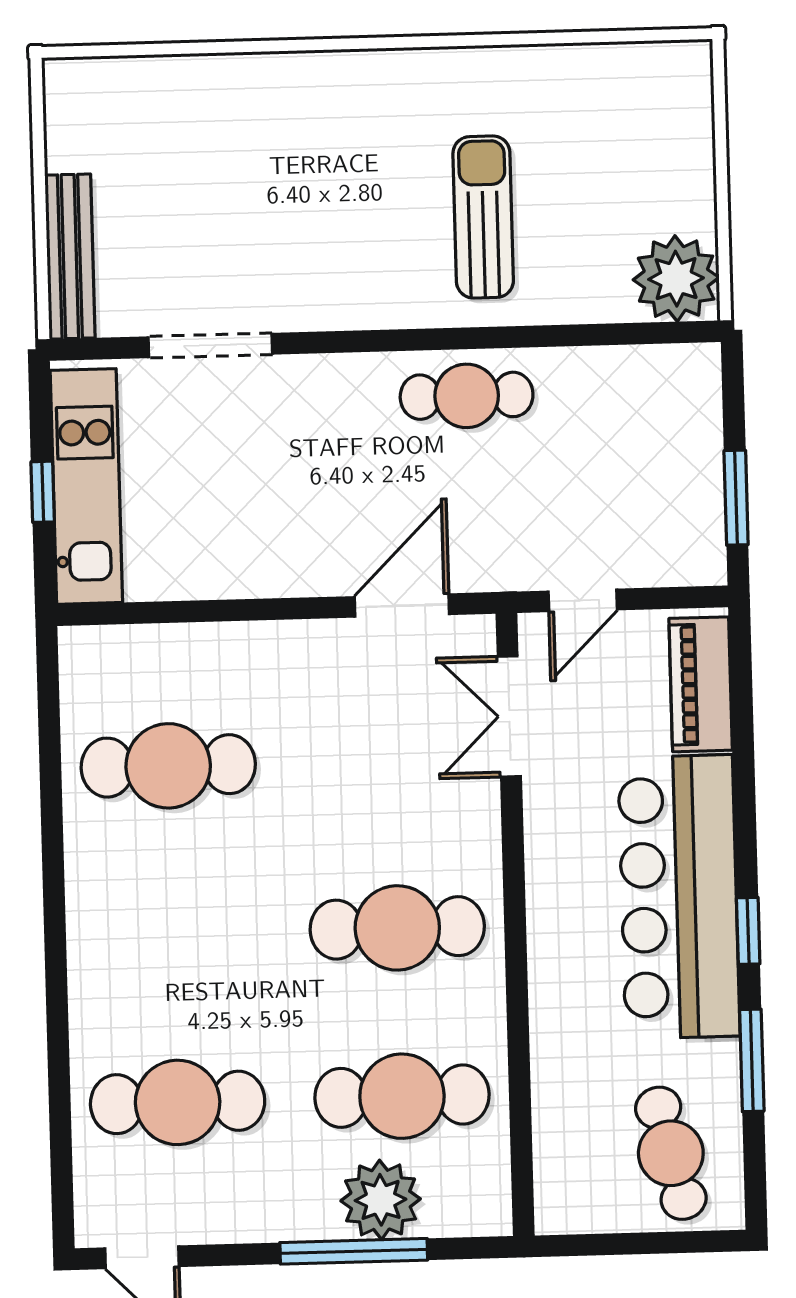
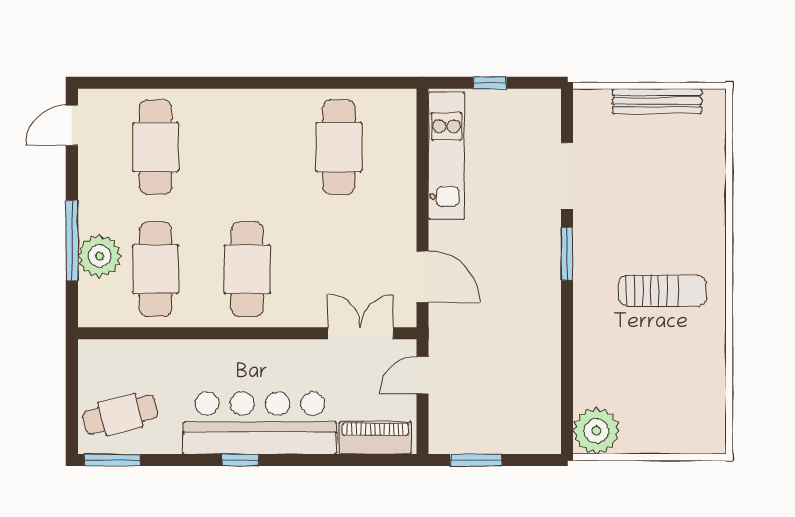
sun lounger: (483, 217) -> (662, 291), moved
bench: (70, 257) -> (657, 101), moved
window: (353, 342) -> (567, 254), added
cafe table: (467, 396) -> (536, 315), removed
kitchen unit: (86, 486) -> (446, 156), moved, turned -90
door: (583, 600) -> (423, 375), hinge flipped
window: (752, 1060) -> (112, 460), moved

